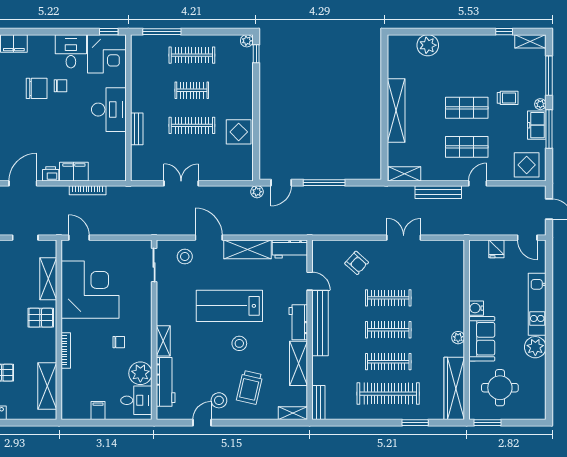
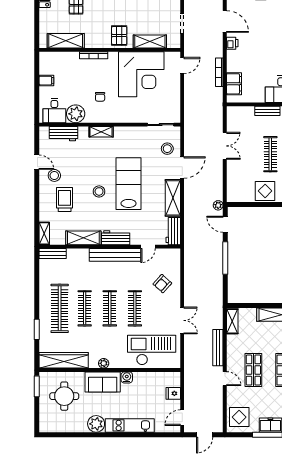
filing cabinet: (74, 172) -> (234, 84), moved
checkout: (441, 276) -> (152, 350), added
workbench: (166, 382) -> (64, 134), width x0.73
trolley: (250, 387) -> (65, 200), turned 77

